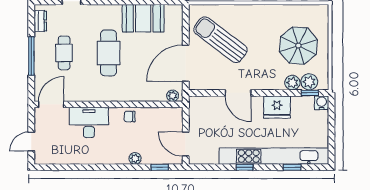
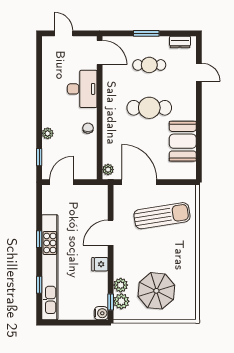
sun lounger: (220, 40) -> (162, 216), turned 44
window: (31, 56) -> (146, 33), width x0.69
fridge: (277, 107) -> (100, 264), width x0.53, depth x0.75

